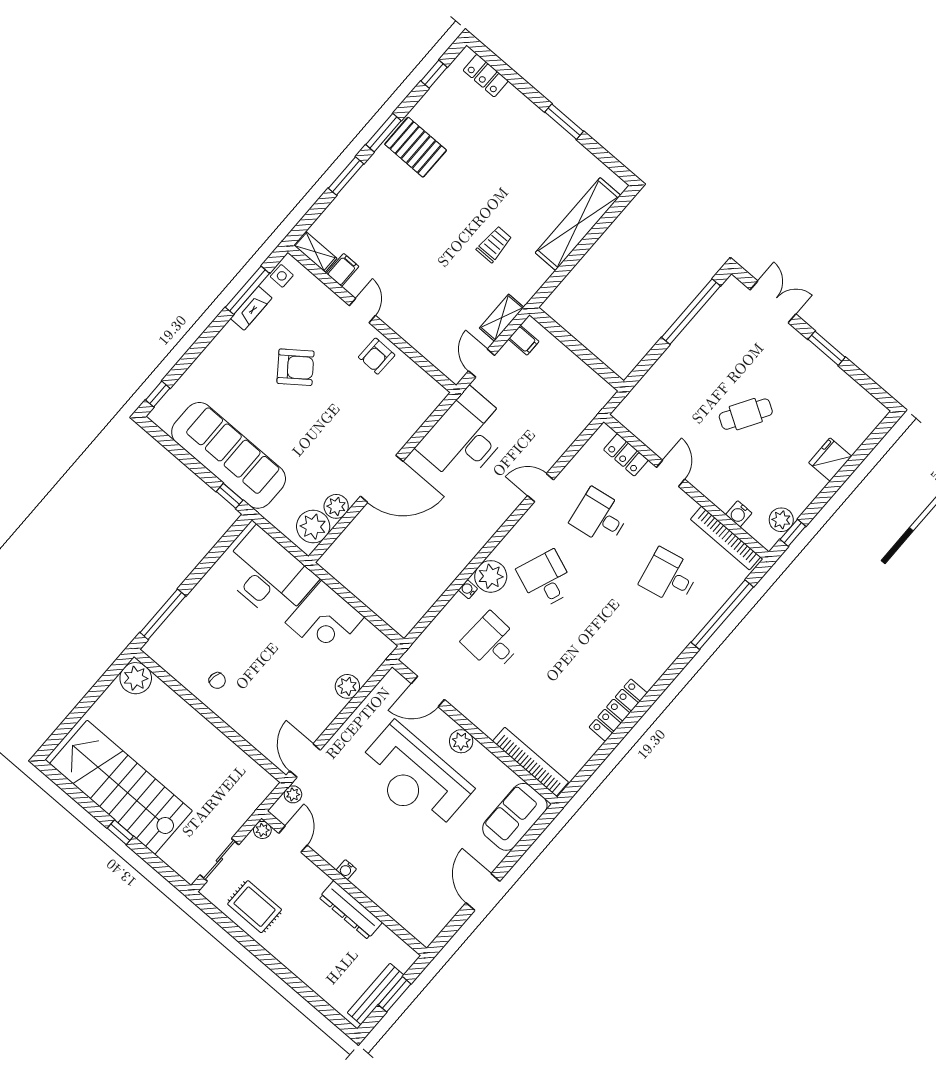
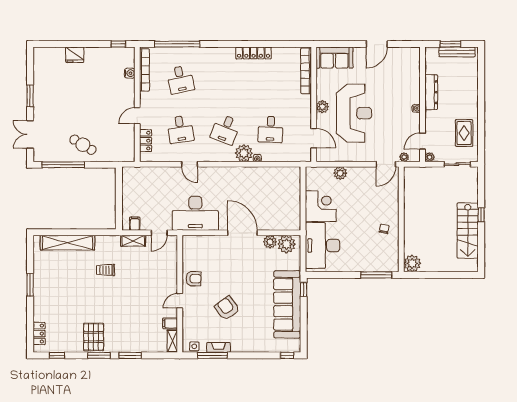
cafe table: (746, 414) -> (83, 145), moved
plant: (781, 520) -> (117, 54), removed
stairs: (121, 787) -> (468, 231), width x0.73, depth x0.66

